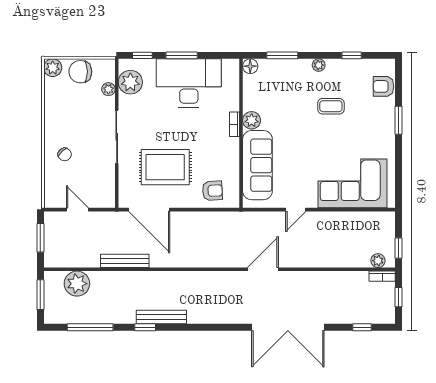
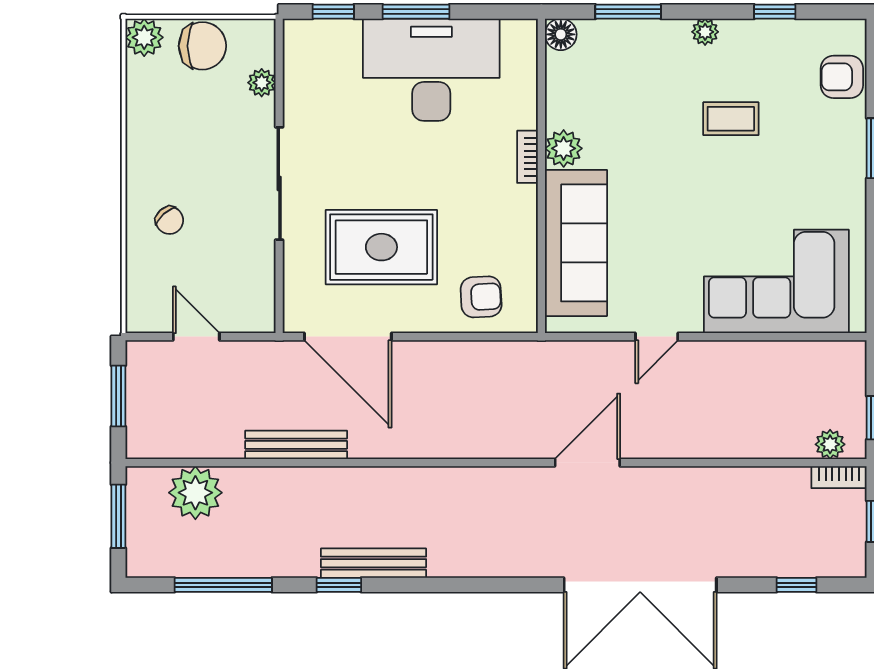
chair: (80, 72) -> (202, 46), turned 180
plant: (130, 82) -> (308, 68), removed

